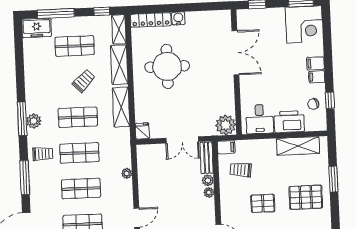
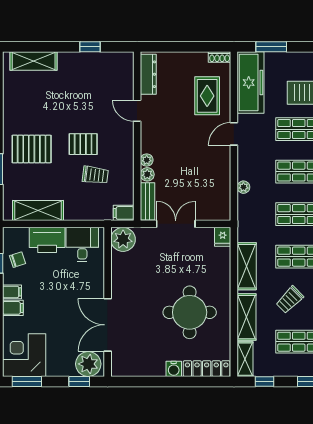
plant: (250, 19) -> (88, 364), added
trolley: (241, 170) -> (95, 175), moved

